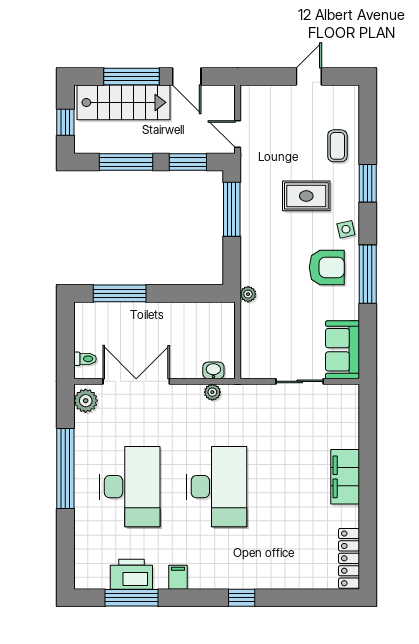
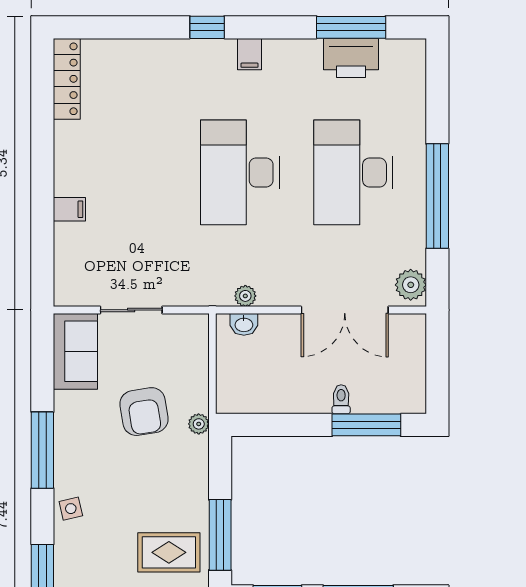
rug: (306, 196) -> (169, 552), moved
armchair: (327, 267) -> (144, 412), moved, turned -99
toilet: (85, 359) -> (341, 399), moved, turned 90
filing cabinet: (345, 477) -> (69, 209), width x0.33, depth x0.86
filing cabinet: (178, 577) -> (249, 54), moved

